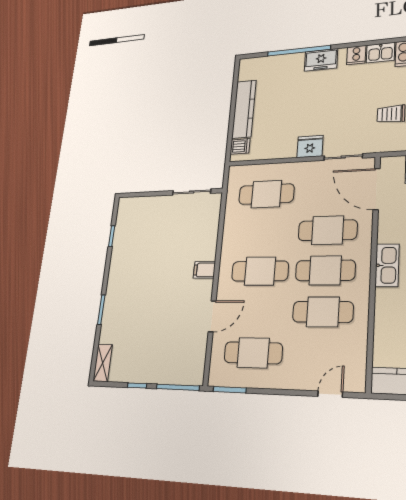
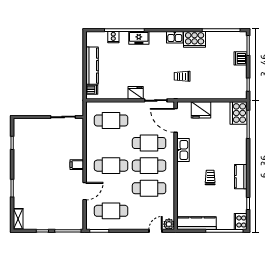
cooker: (356, 55) -> (113, 37), moved
kitchen sink: (387, 265) -> (183, 150), moved
plant: (356, 382) -> (169, 224), added

